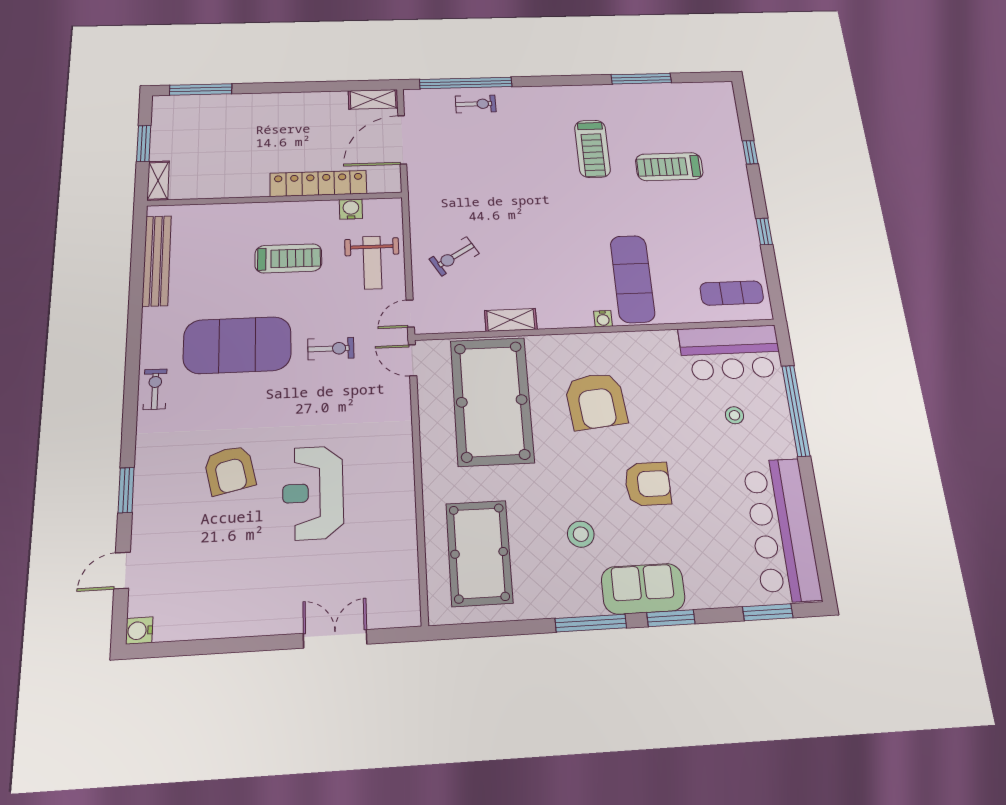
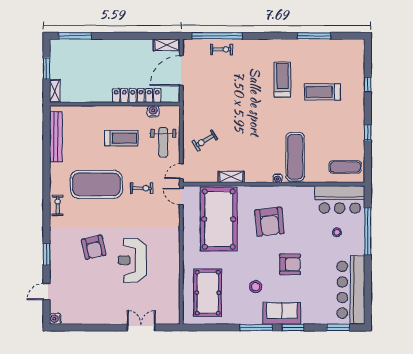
treadmill: (592, 149) -> (282, 79), turned 180

